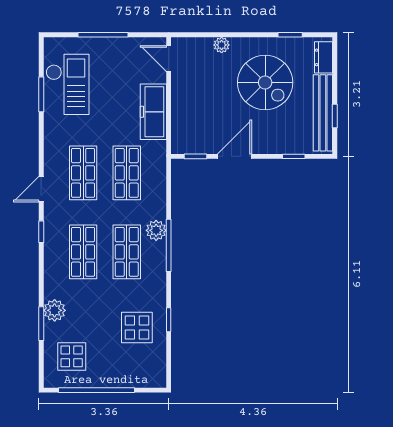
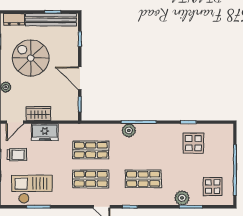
trolley: (120, 62) -> (17, 155), added
spiral stairs: (265, 82) -> (31, 58), turned -90
wardrobe: (182, 94) -> (38, 113), added
freezer: (153, 112) -> (45, 132), width x0.71
shop shelf: (127, 252) -> (143, 150), removed

